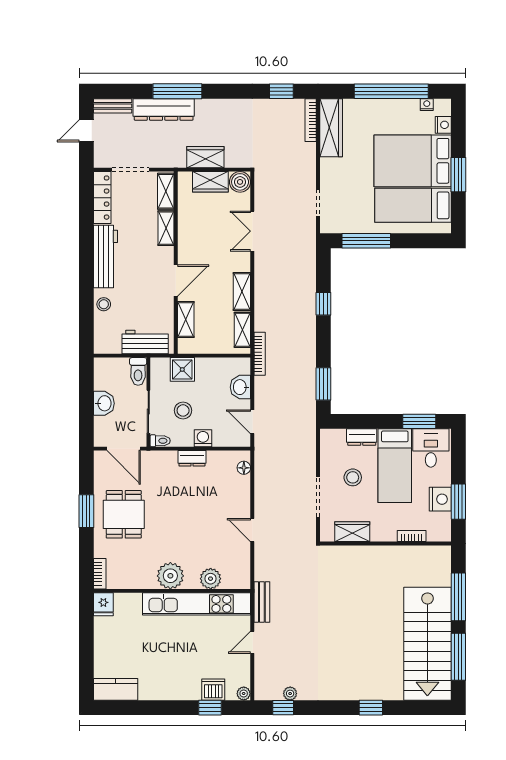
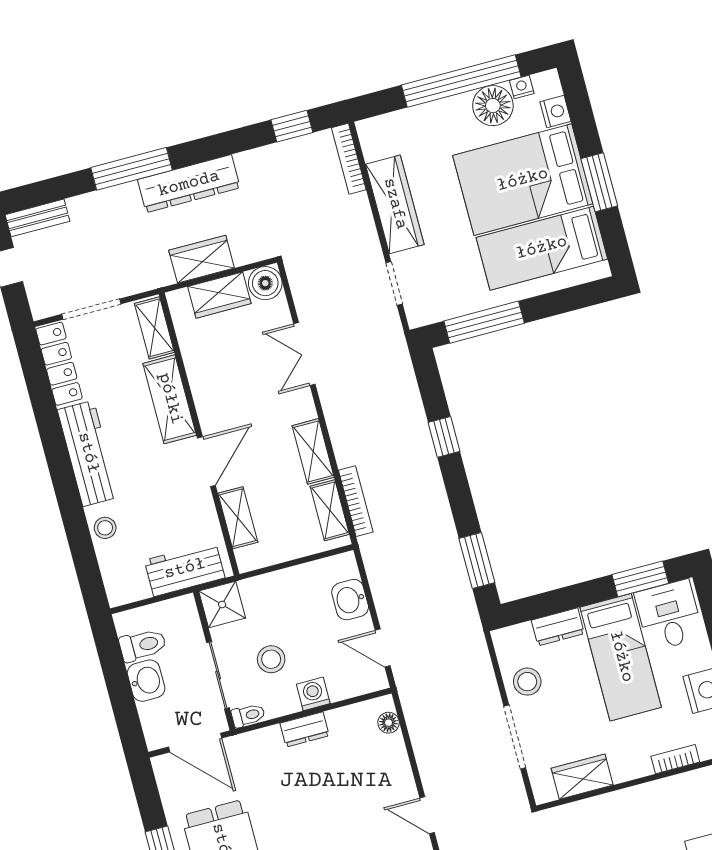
dresser: (164, 109) -> (189, 184), moved
floor lamp: (406, 111) -> (493, 106), added
wardrobe: (331, 128) -> (395, 204), moved
shelving: (166, 228) -> (170, 399), width x1.50, depth x1.33
bookcase: (260, 354) -> (356, 501), moved
shower: (182, 369) -> (222, 605), moved
toilet: (138, 371) -> (143, 645), moved, turned -90
stool: (353, 477) -> (527, 682), moved

